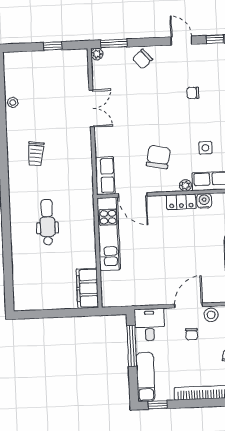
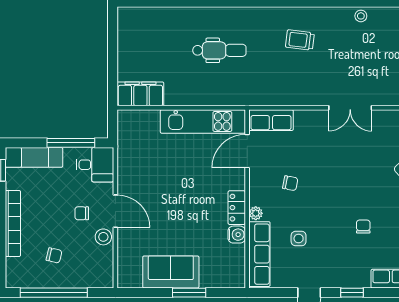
chair: (158, 157) -> (290, 183), width x0.54, depth x0.54

